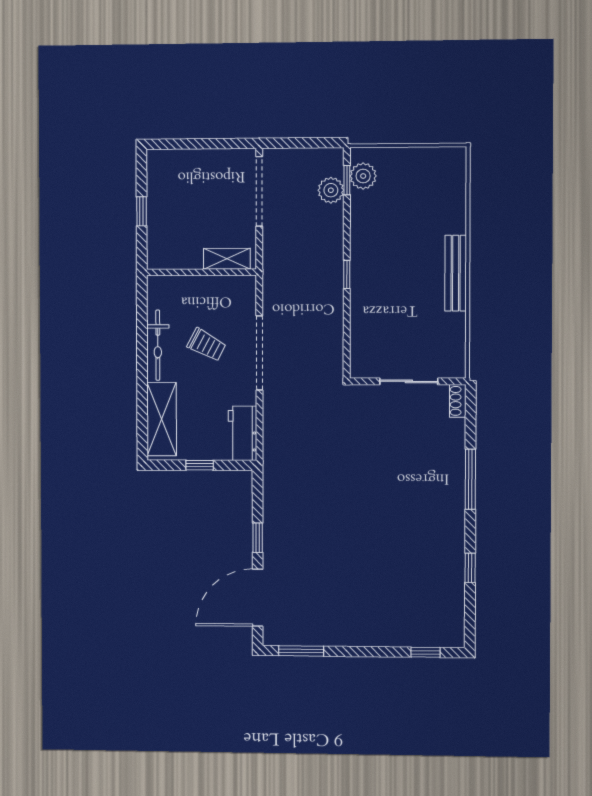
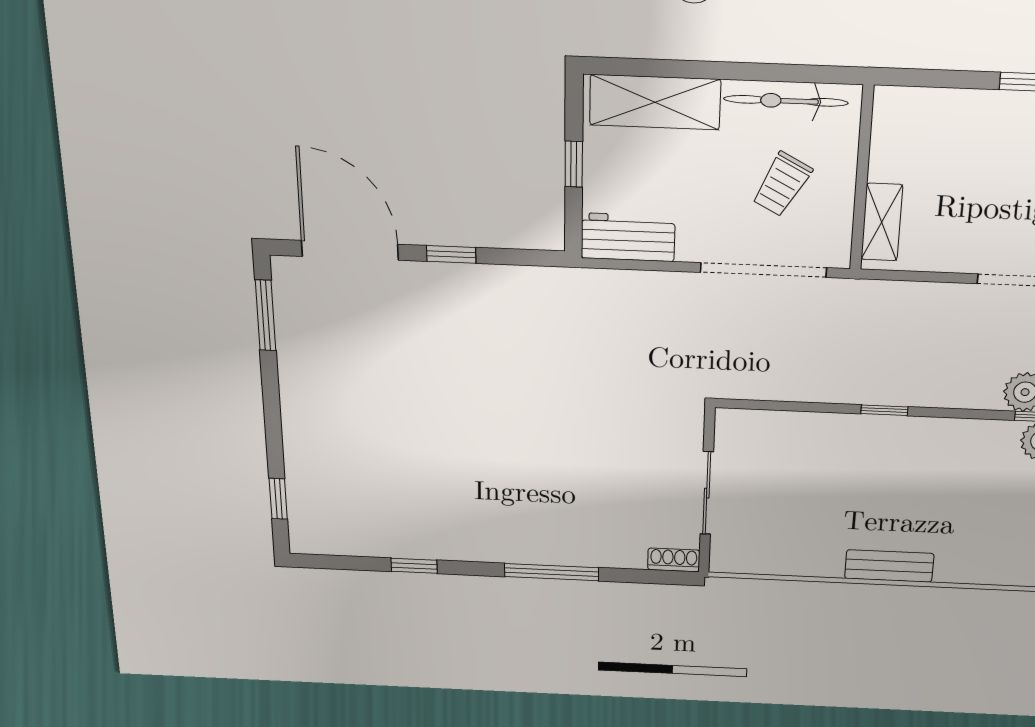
shelving: (227, 259) -> (882, 222), moved
wall: (201, 272) -> (862, 179), moved
bench: (456, 273) -> (889, 566), width x0.73

